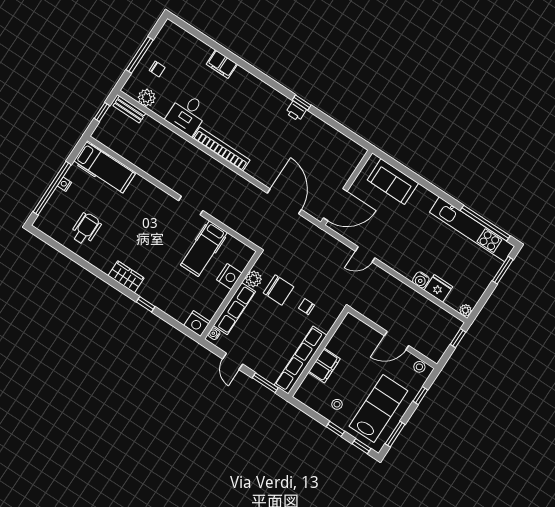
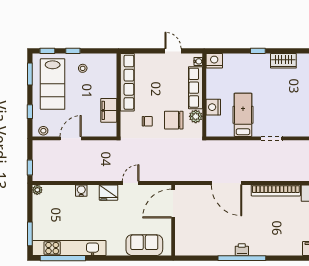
window: (302, 103) -> (242, 258), width x3.17
door: (284, 201) -> (226, 183), moved
fridge: (438, 288) -> (109, 193), moved
filing cabinet: (324, 365) -> (109, 110), moved
window: (265, 383) -> (141, 51), removed

